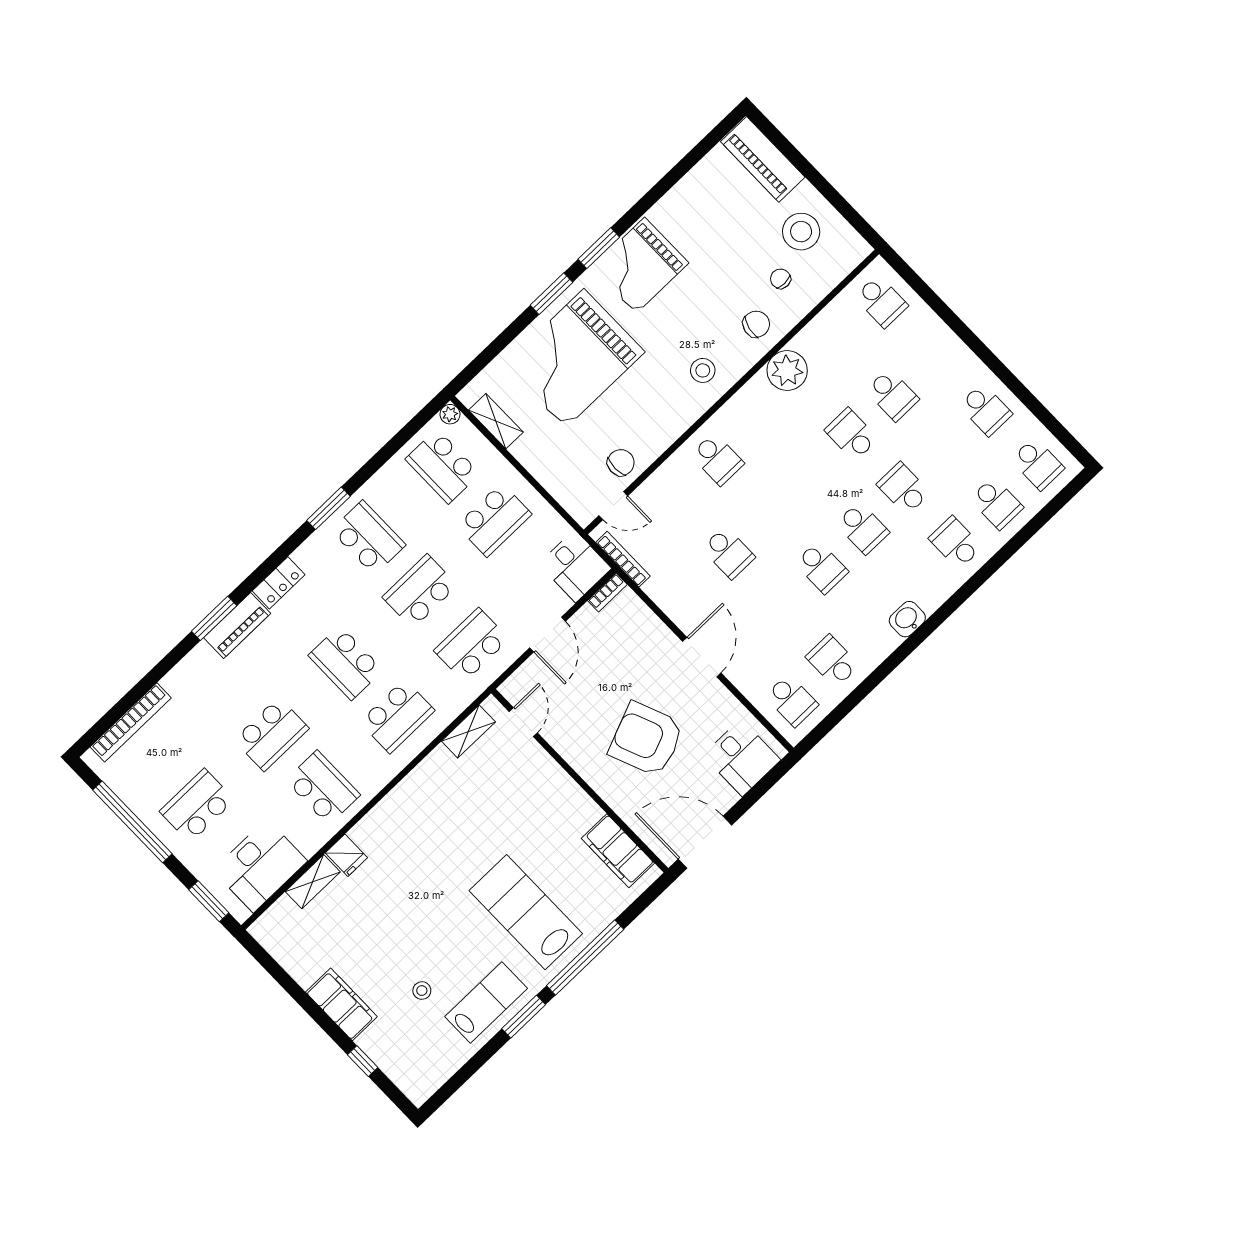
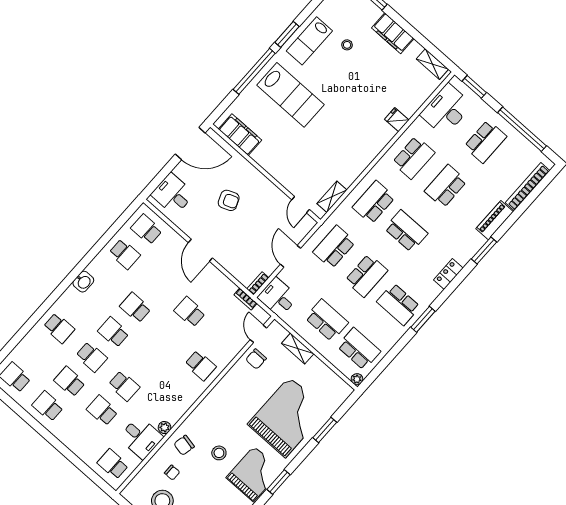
window: (551, 294) -> (325, 430), moved
desk: (829, 343) -> (141, 438), added
stool: (703, 370) -> (219, 453), moved
plant: (787, 370) -> (165, 428), width x0.53, depth x0.53
shelving: (496, 421) -> (298, 349), moved
school desk: (717, 459) -> (200, 365), turned 180
school desk: (997, 503) -> (70, 382), moved
door: (613, 506) -> (258, 334), hinge flipped
school desk: (494, 520) -> (327, 320), turned 90
bookcase: (623, 559) -> (246, 299), width x0.64
piano: (237, 626) -> (495, 220), moved
school desk: (471, 645) -> (334, 247), turned 180
armchair: (646, 739) -> (229, 200), width x0.53, depth x0.53
school desk: (323, 788) -> (413, 158), turned -90
shelving: (313, 882) -> (432, 64), moved, turned 90

